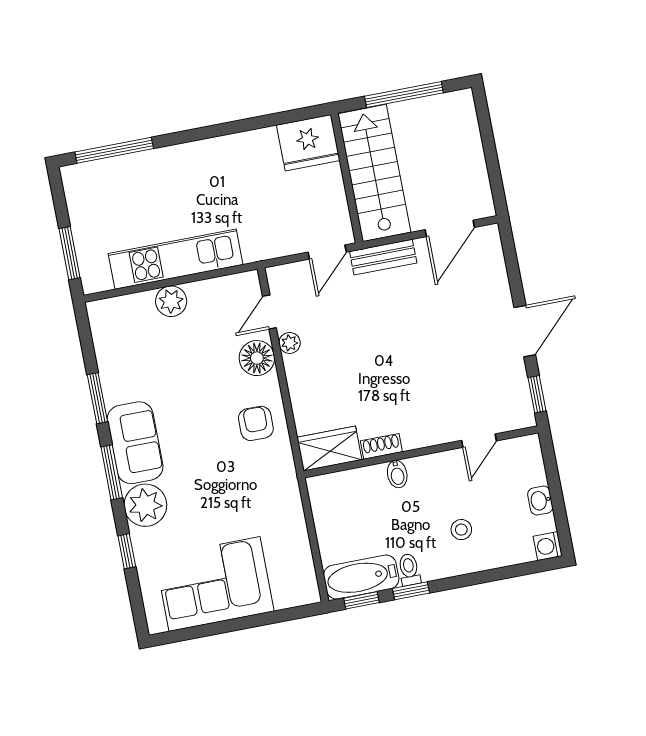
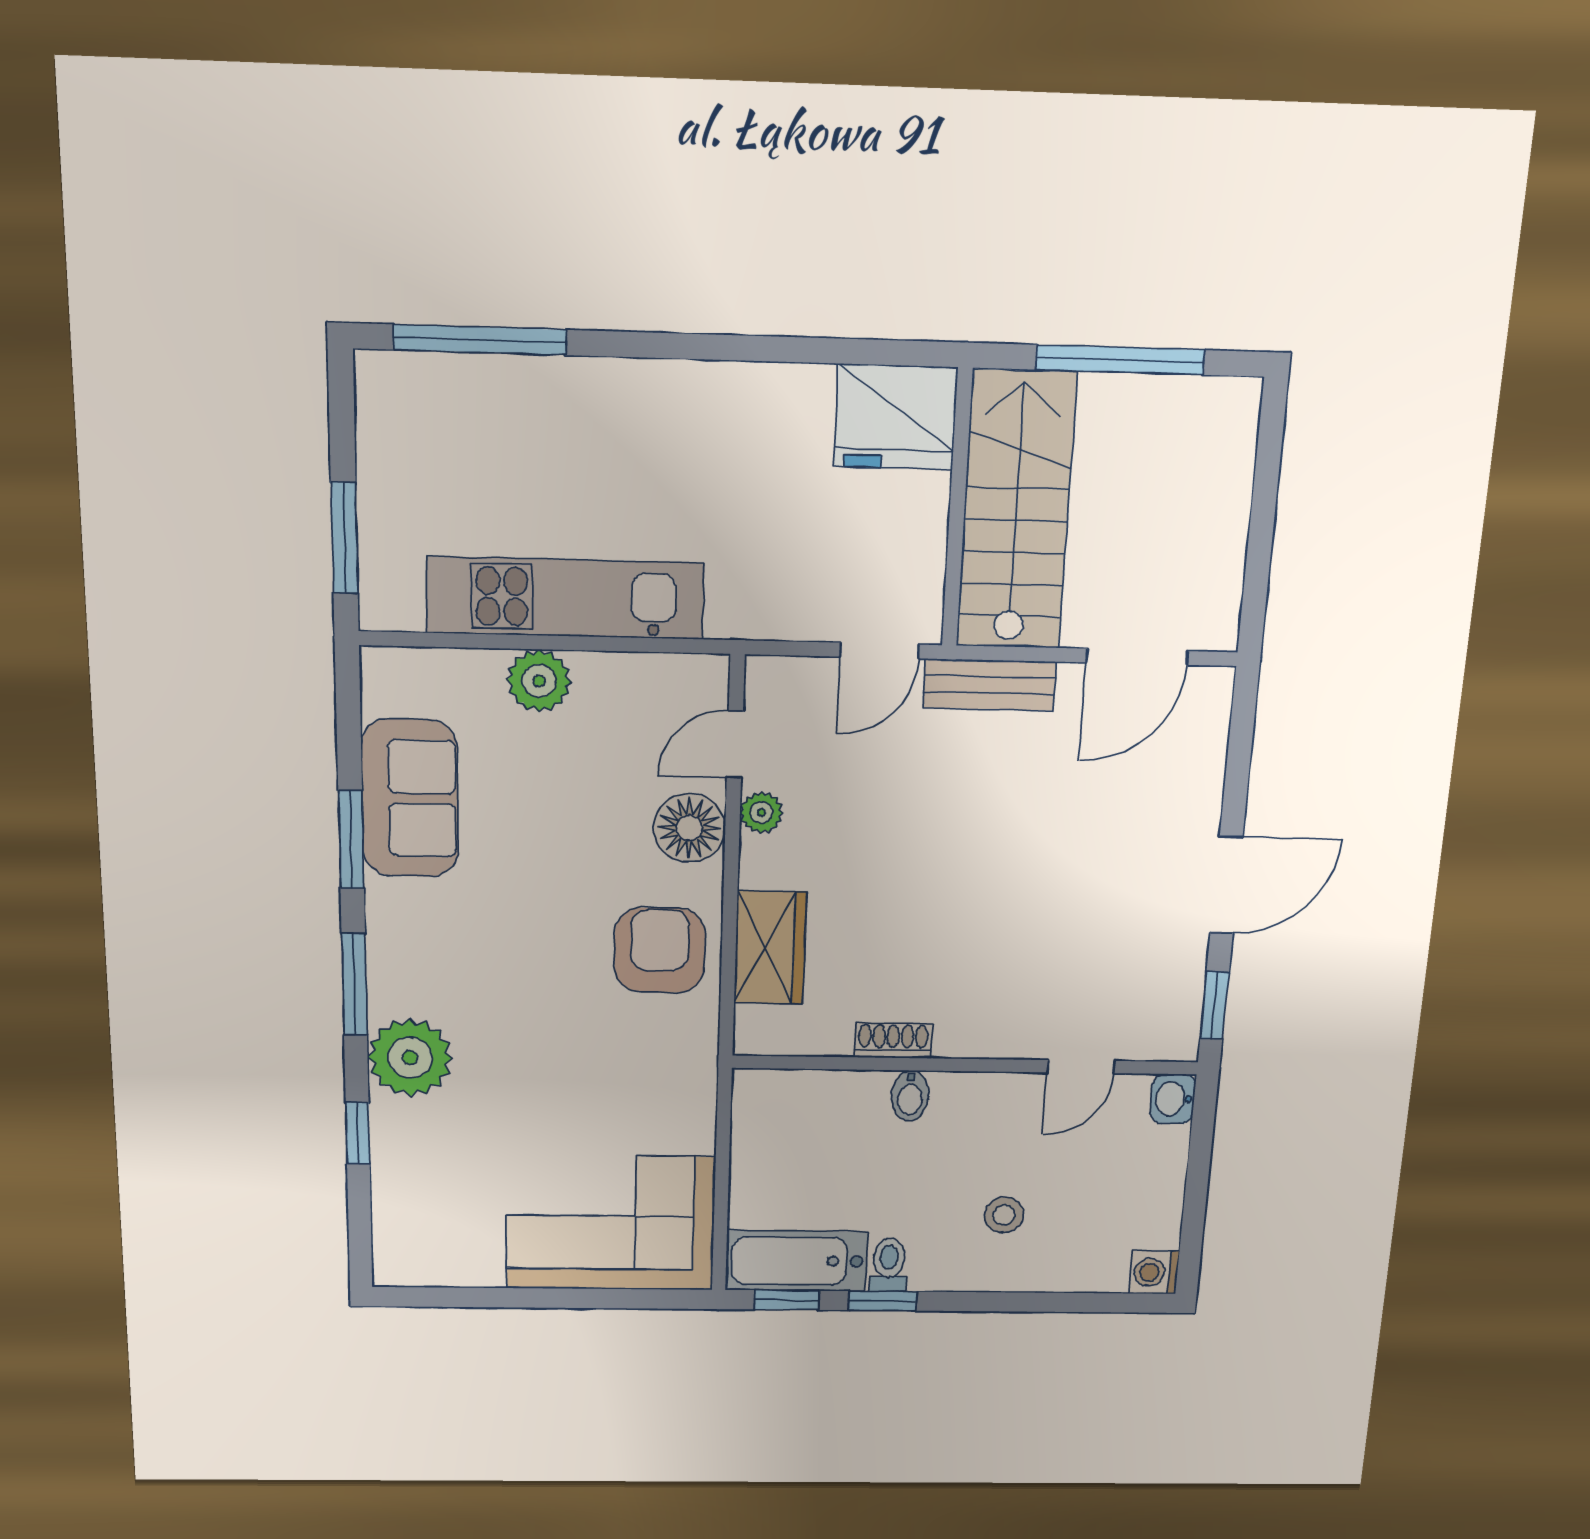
armchair: (256, 423) -> (660, 950), width x1.38, depth x1.38
sofa: (135, 443) -> (410, 798), moved
wardrobe: (329, 449) -> (770, 948), moved, turned 90
washbasin: (540, 501) -> (1173, 1099), moved
corner sofa: (214, 584) -> (610, 1223), moved

